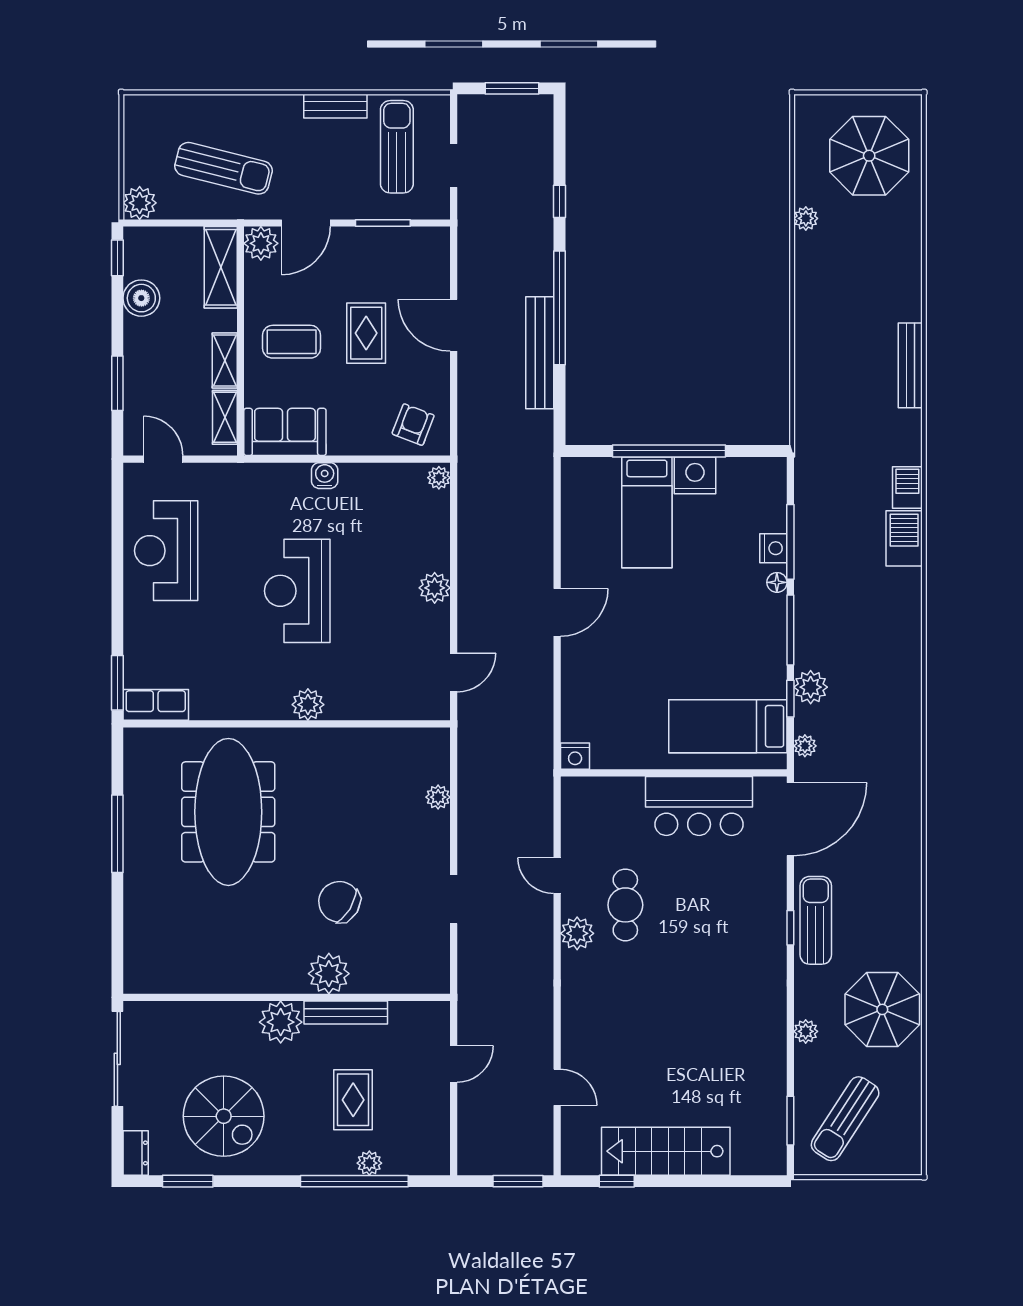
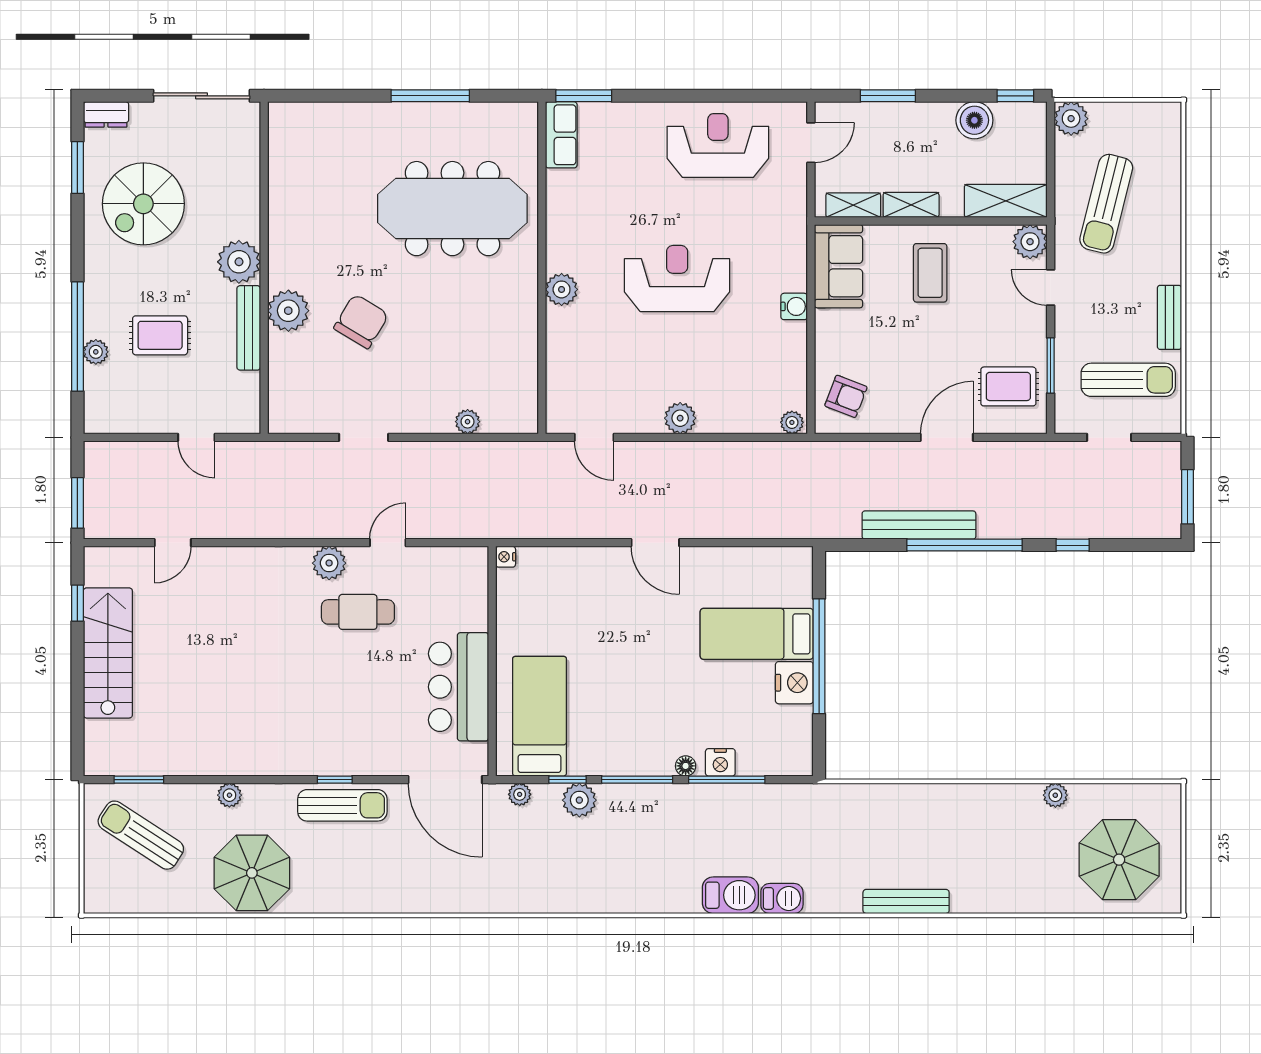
door: (306, 223) -> (1051, 287), width x0.73
rug: (366, 333) -> (1008, 386), moved
nightstand: (575, 756) -> (506, 557), width x0.72, depth x0.74

